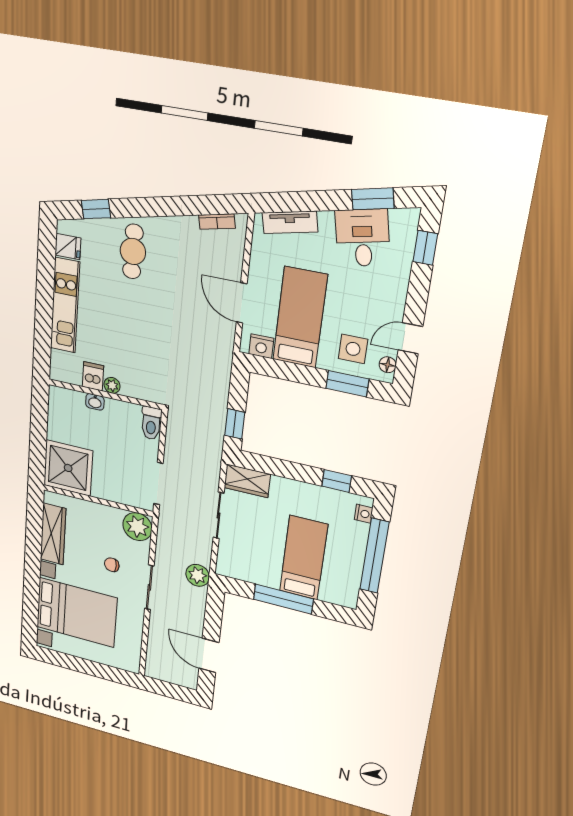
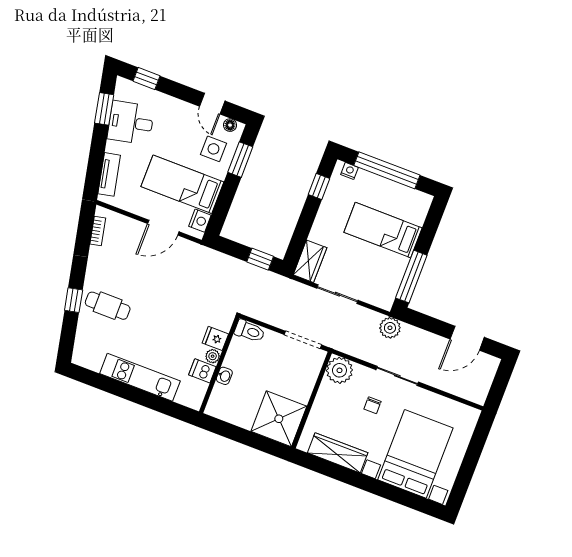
window: (96, 209) -> (74, 300), moved
fridge: (68, 247) -> (215, 338), moved, turned -90
window: (283, 599) -> (411, 277), moved

